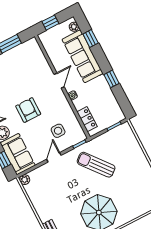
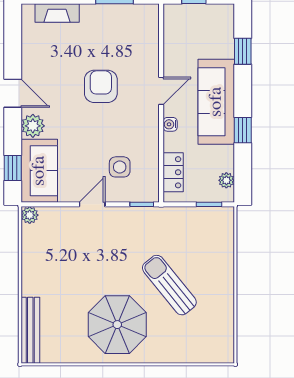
plant: (74, 27) -> (226, 180), moved
sofa: (83, 56) -> (216, 102), moved
armchair: (28, 110) -> (101, 86), moved
sun lounger: (96, 165) -> (169, 285), moved

